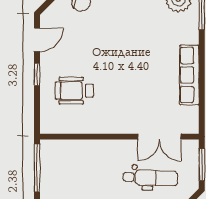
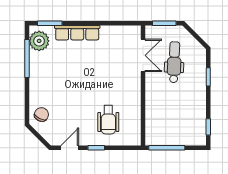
door: (37, 40) -> (70, 148), hinge flipped
row of seats: (189, 75) -> (77, 33), moved

